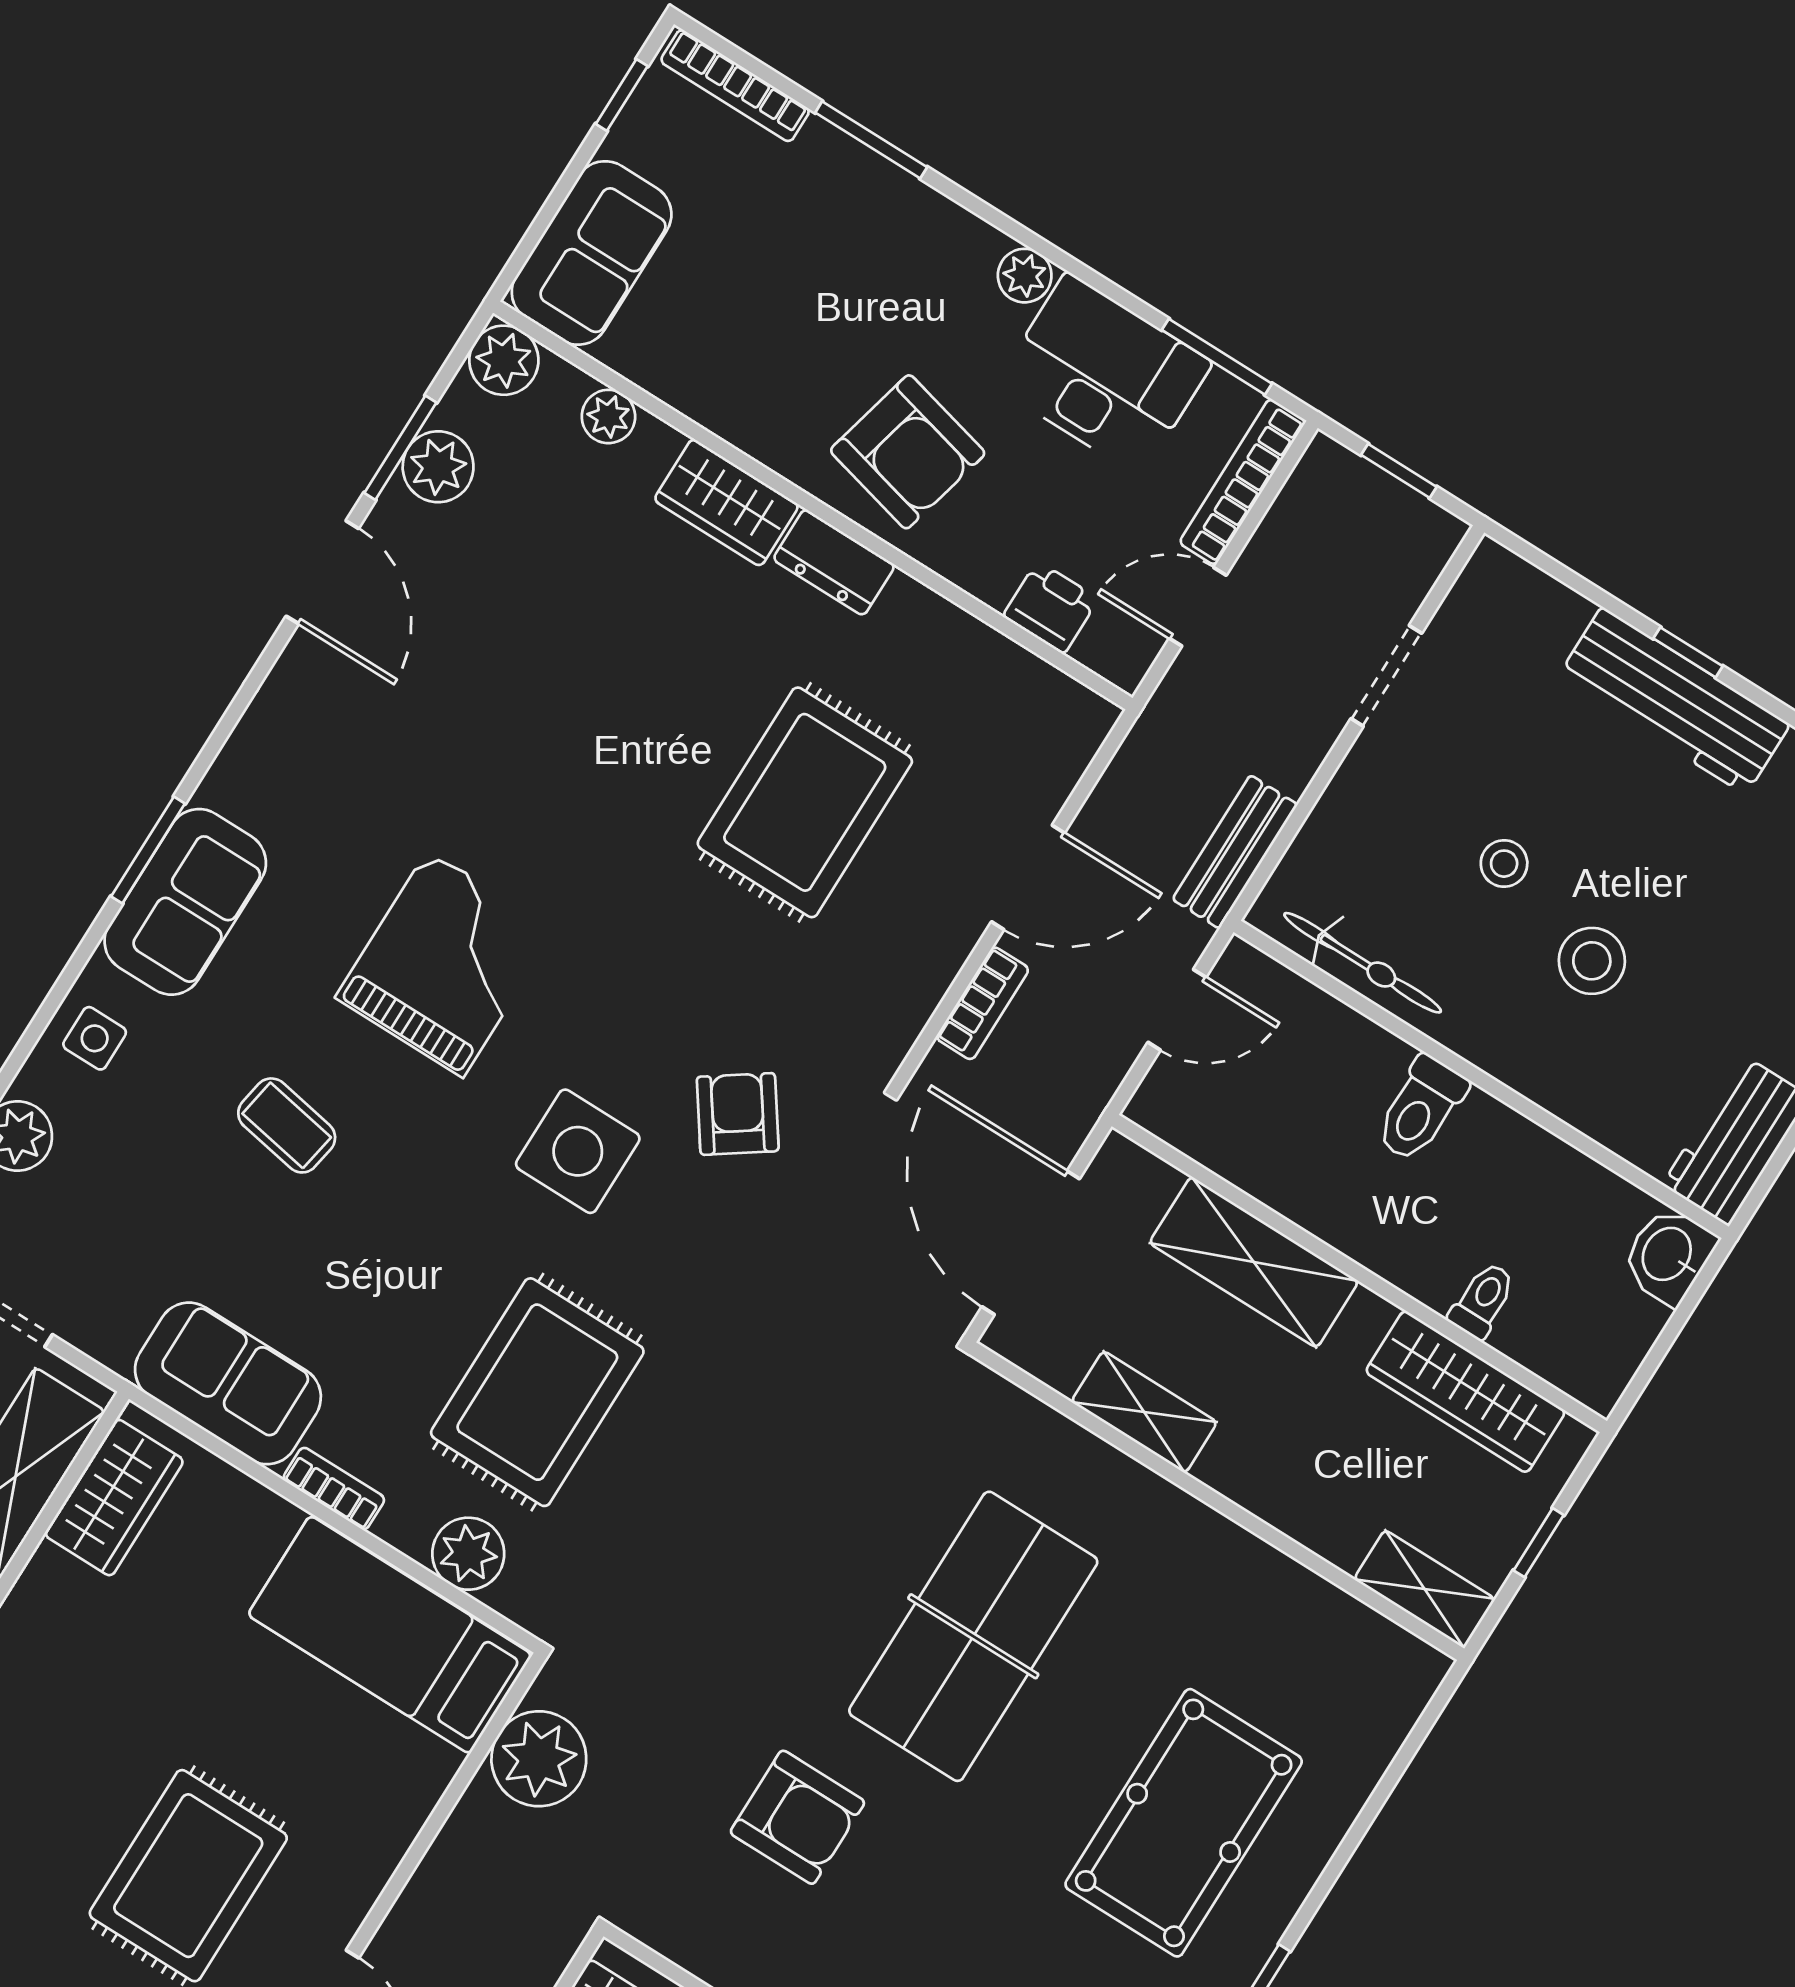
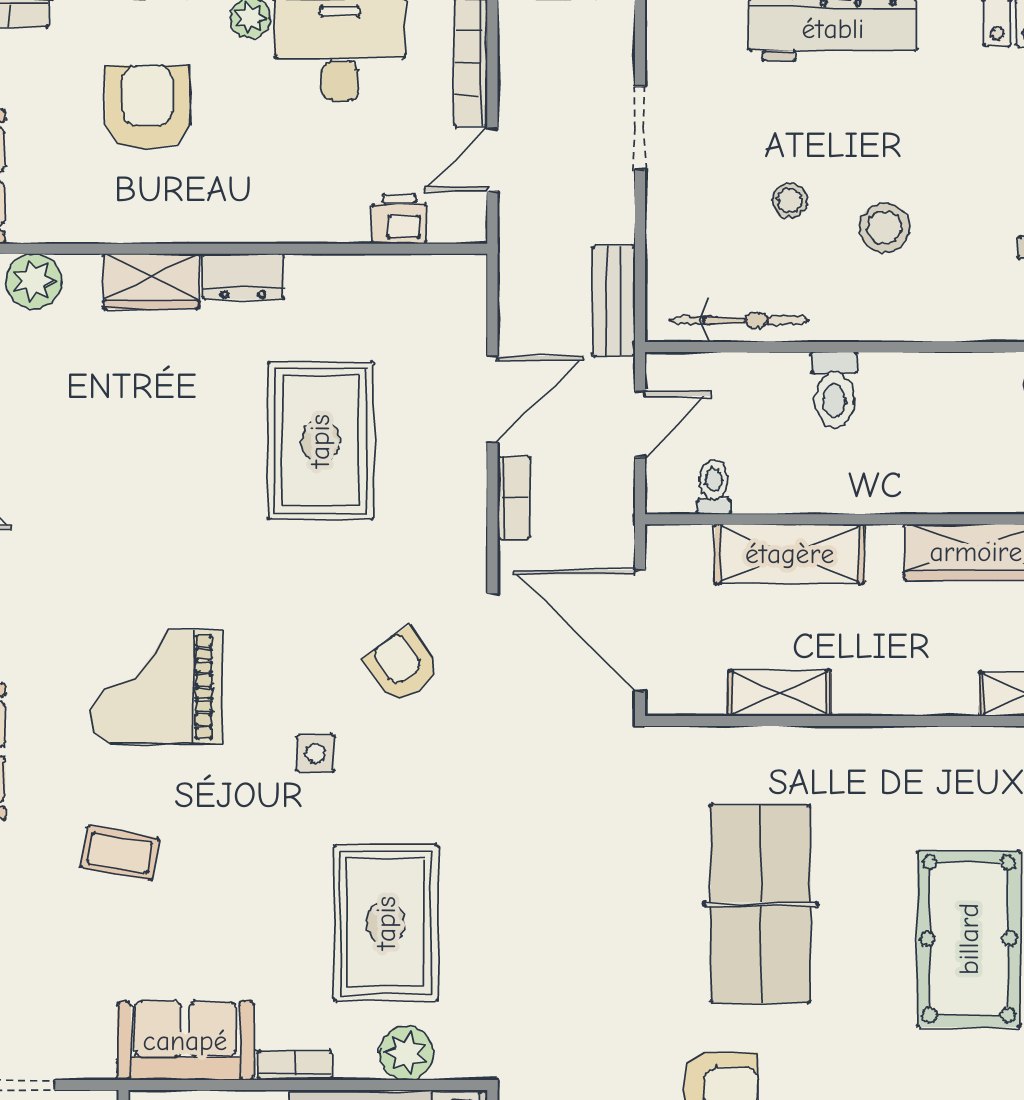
plant: (608, 416) -> (34, 281), width x1.38, depth x1.38
armchair: (908, 452) -> (147, 107), moved, turned -104
grand piano: (445, 964) -> (156, 687), turned -90
side table: (578, 1151) -> (315, 753), width x0.54, depth x0.54
toilet: (1483, 1300) -> (714, 487), moved

